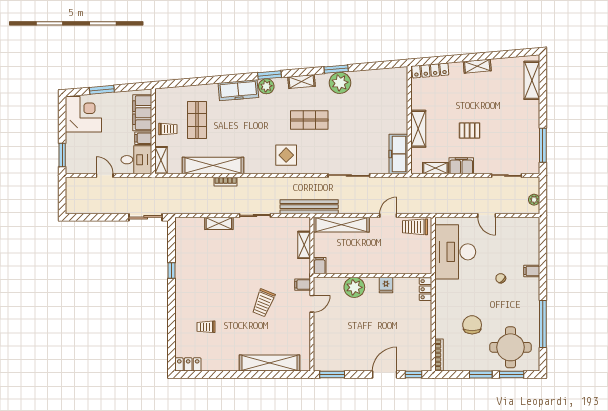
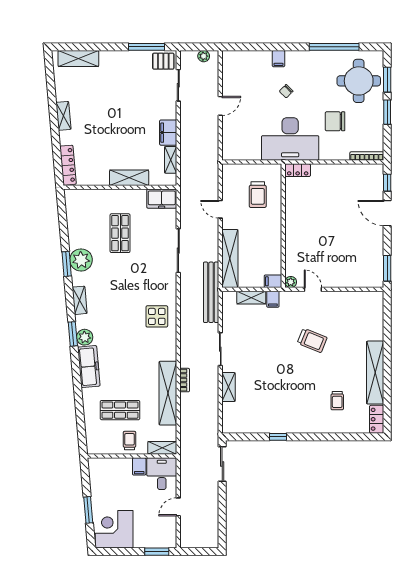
filing cabinet: (142, 113) -> (112, 468), removed
shop shelf: (309, 120) -> (120, 233), moved
pallet: (470, 131) -> (163, 61), moved, turned 90
freezer: (398, 154) -> (162, 199), width x0.71
trolley: (415, 227) -> (258, 195), moved
desk: (455, 252) -> (290, 139), moved
filing cabinet: (303, 285) -> (273, 299), moved
fridge: (386, 285) -> (293, 212), removed
plant: (354, 287) -> (291, 282), moved, width x0.53, depth x0.53
shelving: (270, 363) -> (375, 373), moved

